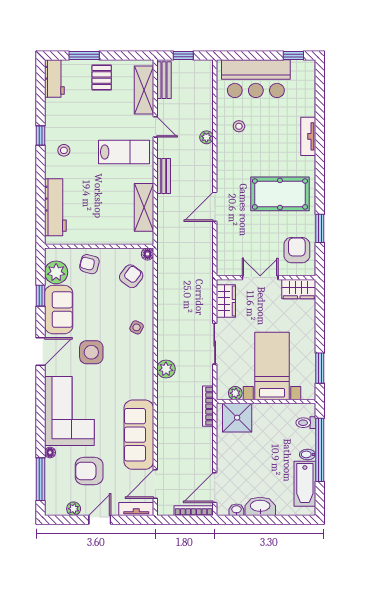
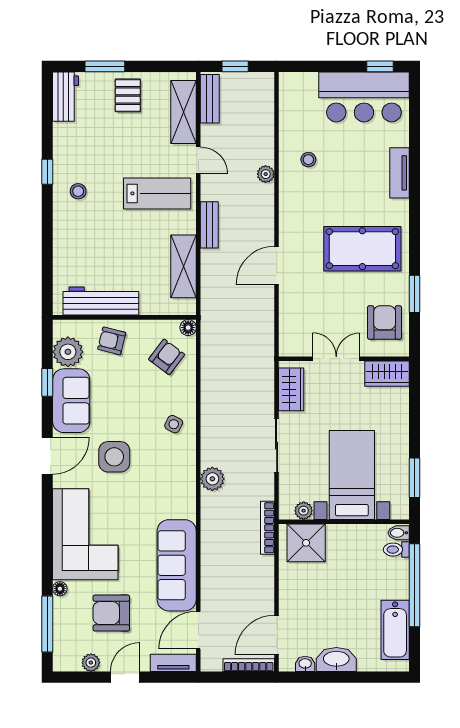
bar counter: (256, 79) -> (364, 97), moved
workbench: (55, 207) -> (101, 301), moved, turned -90
bidet: (308, 454) -> (399, 533), moved

